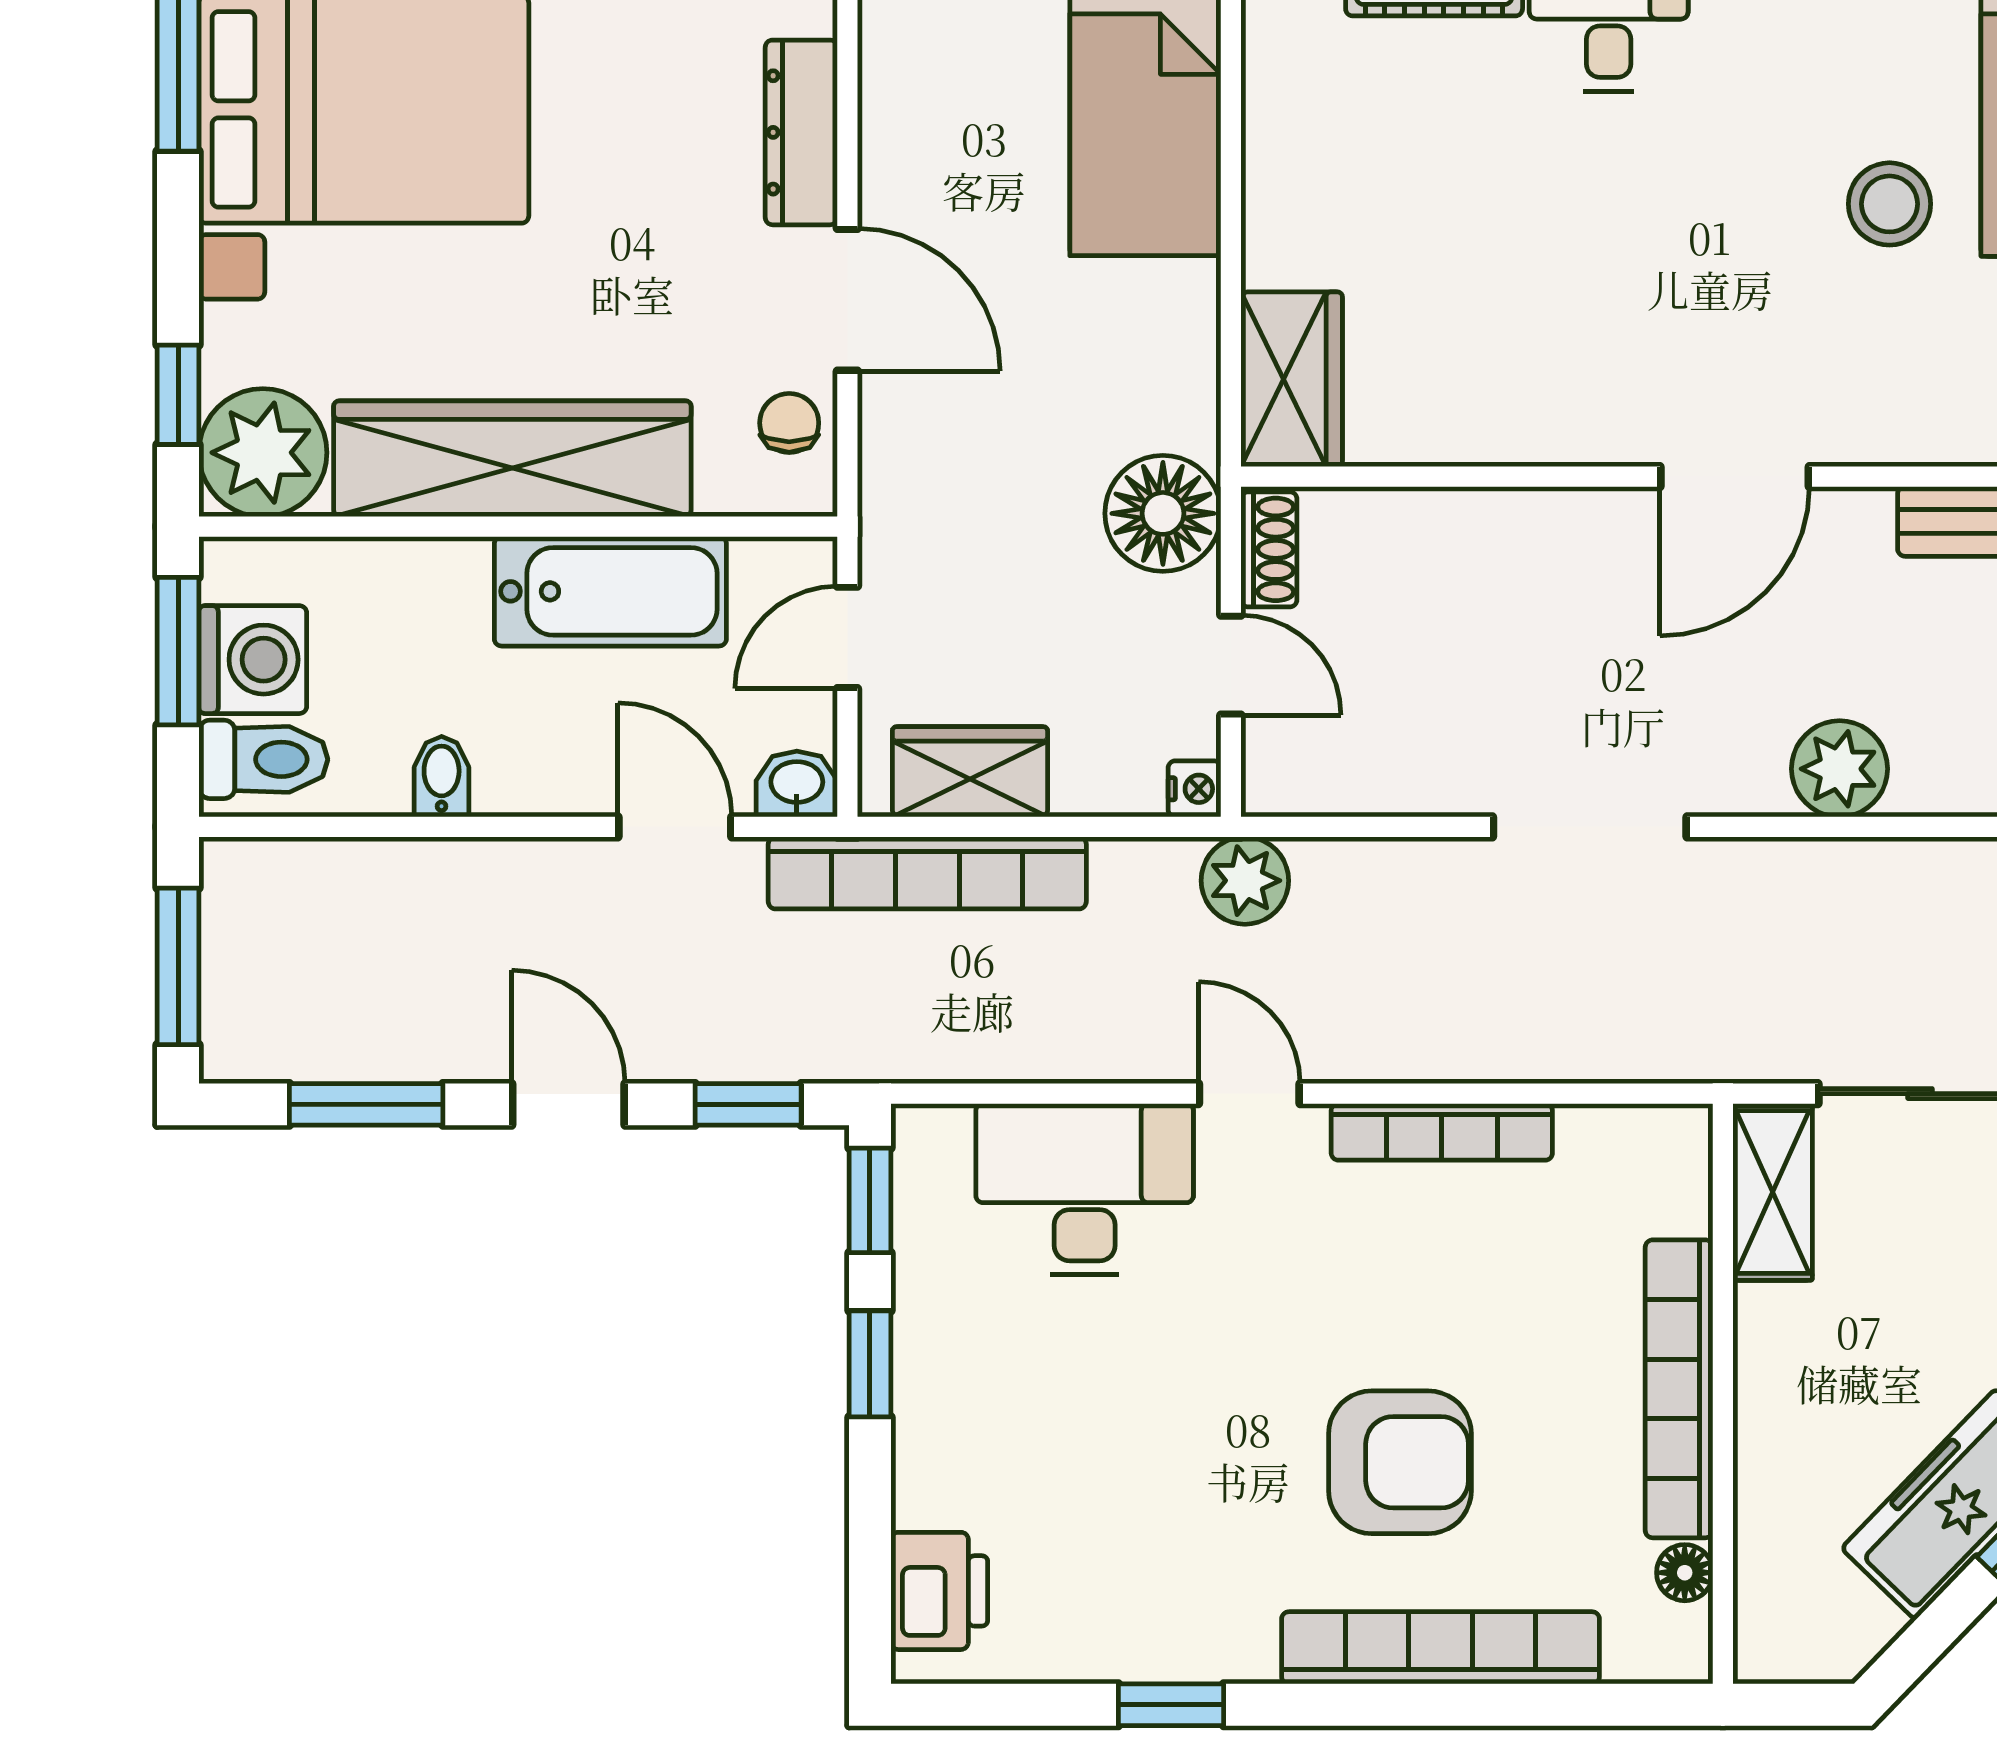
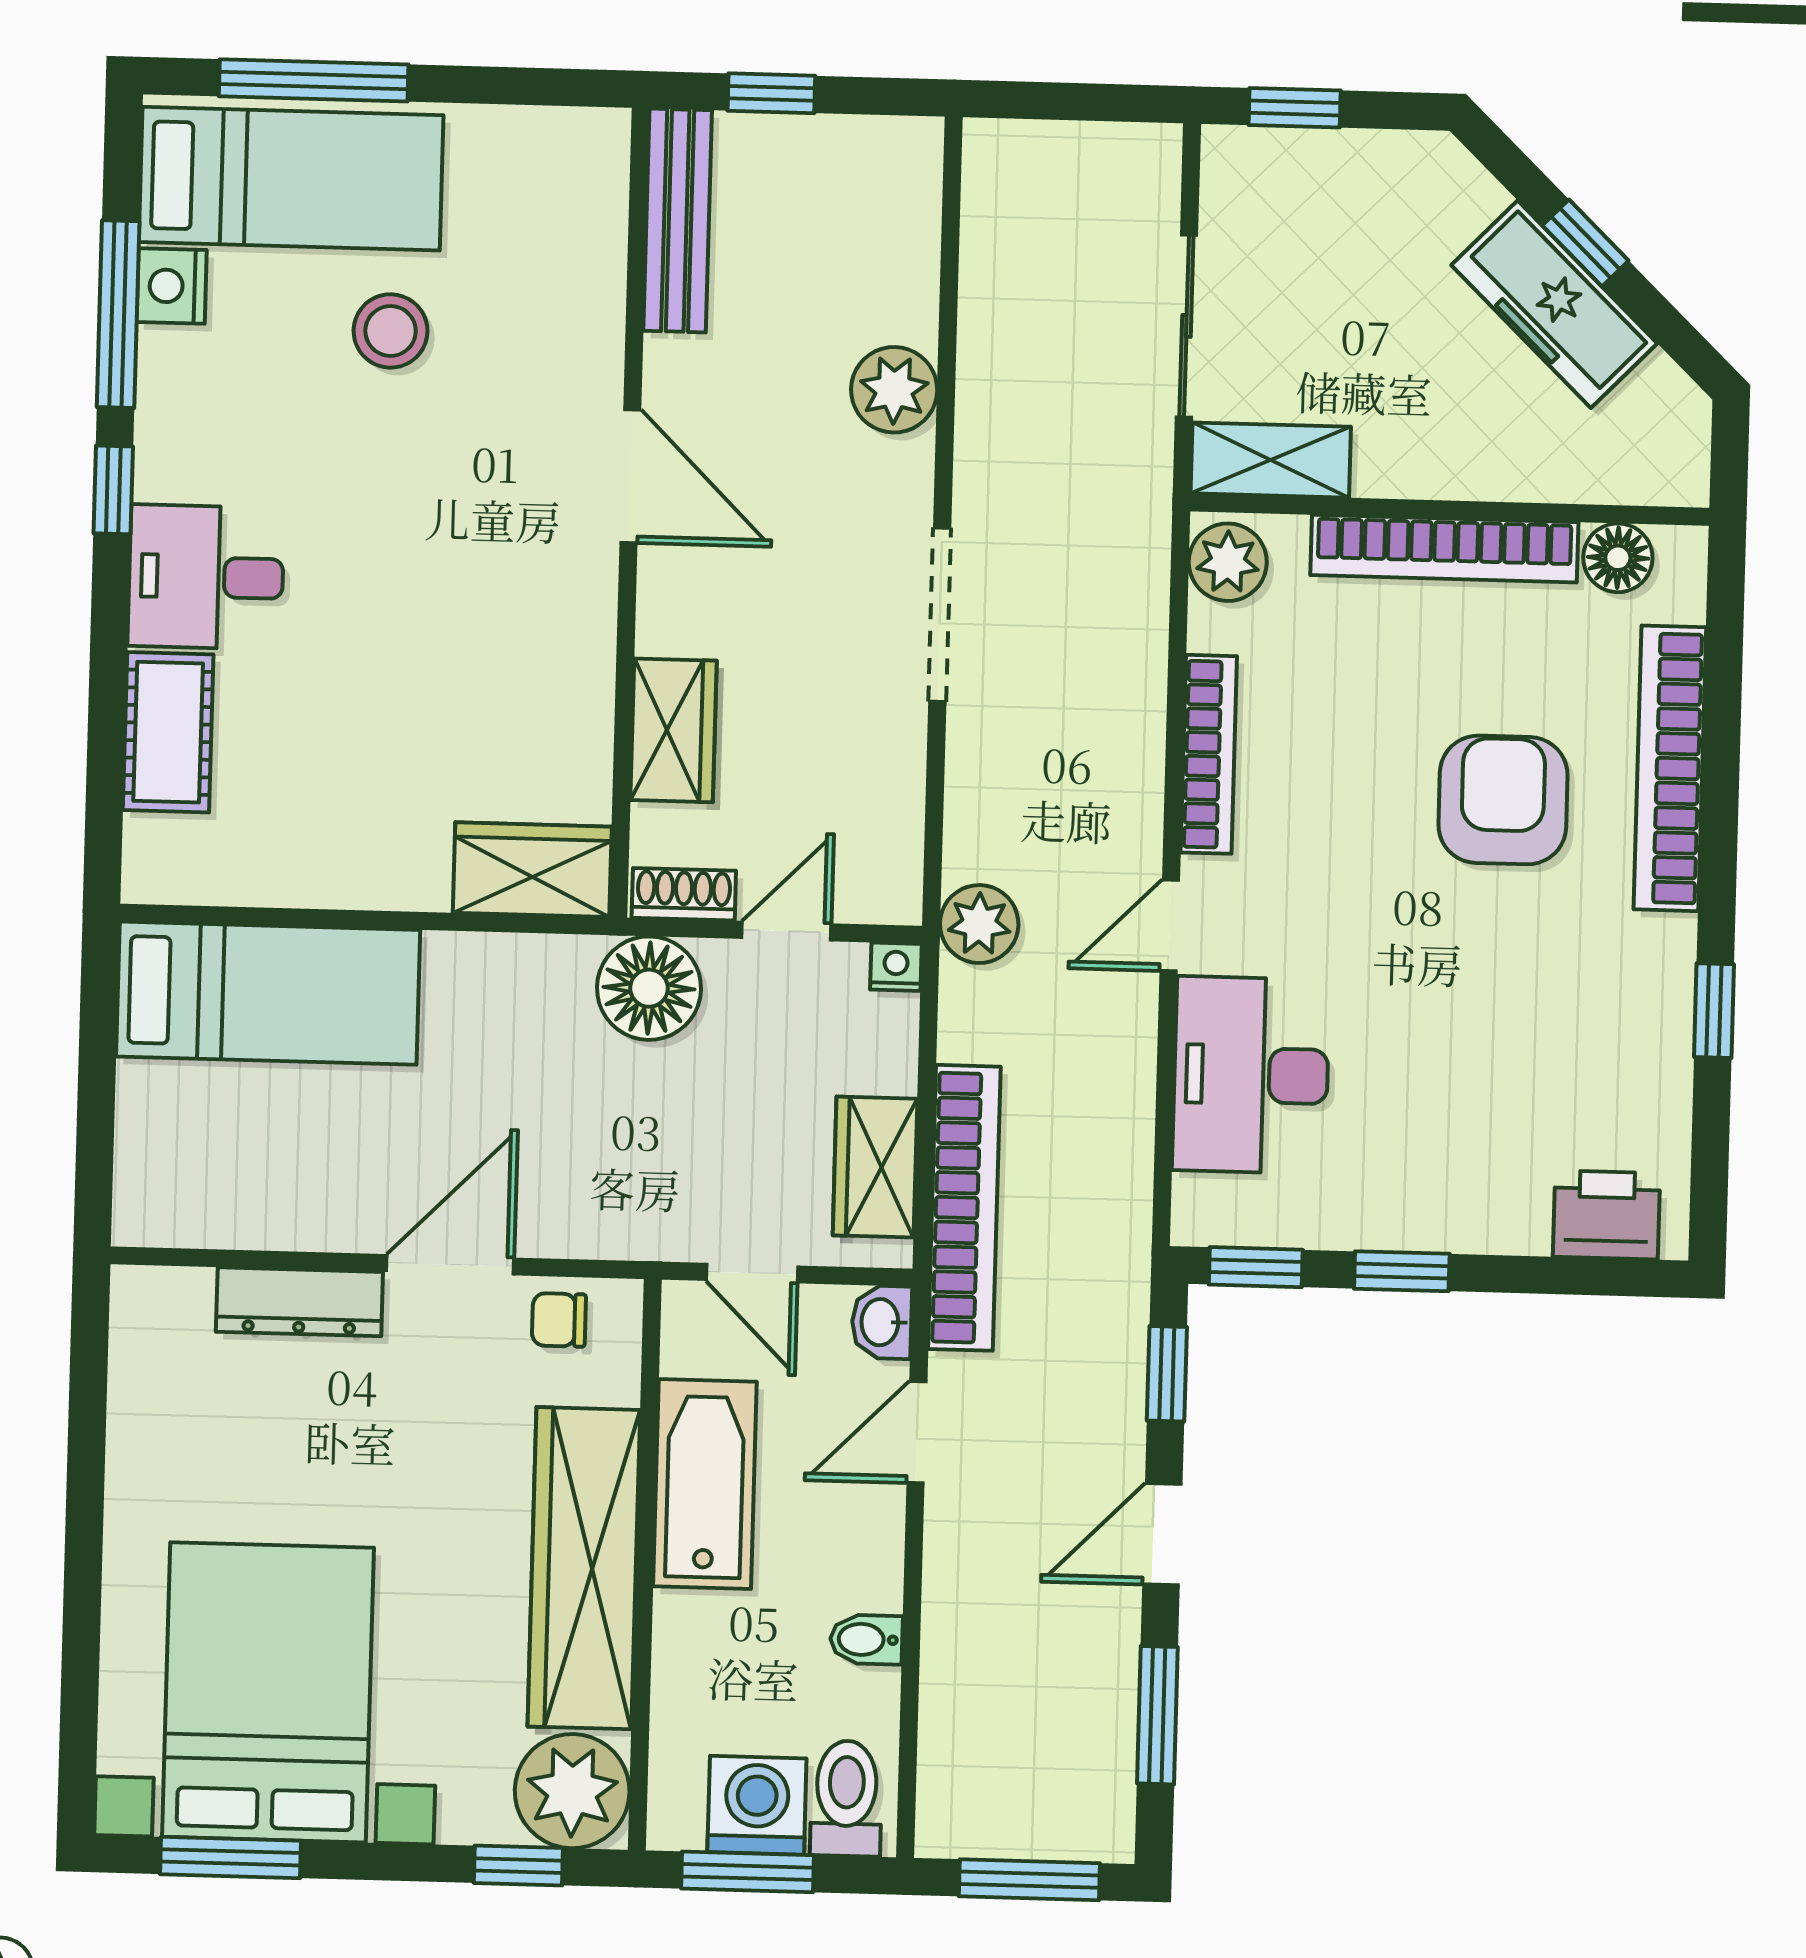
wardrobe: (1452, 533) -> (673, 730), added
plant: (1657, 1147) -> (1228, 562), added
floor lamp: (1685, 1573) -> (1618, 558), width x1.37, depth x1.37

